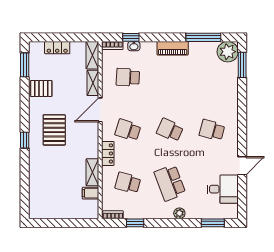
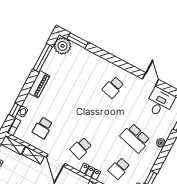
school desk: (170, 130) -> (97, 118), removed
school desk: (170, 183) -> (135, 138), turned 36

